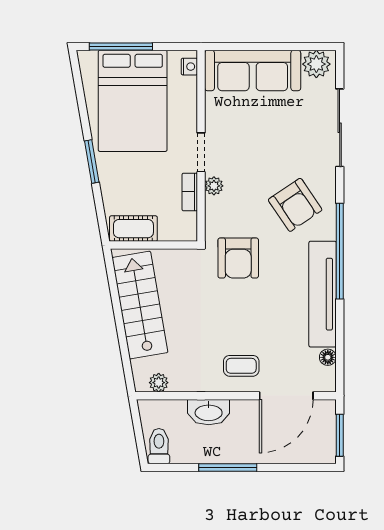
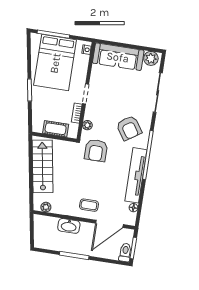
plant: (214, 186) -> (87, 125), moved
cot: (133, 229) -> (56, 129), moved
toilet: (159, 446) -> (125, 252), moved

